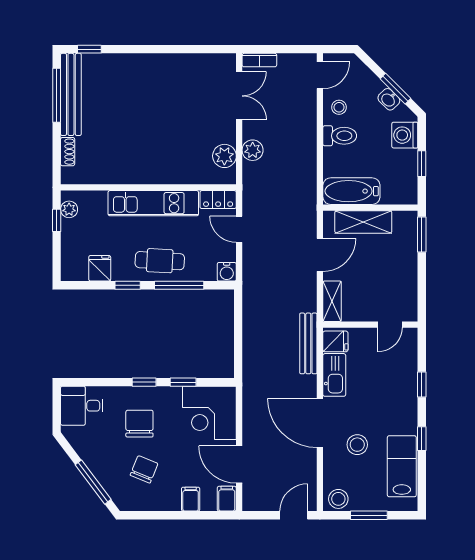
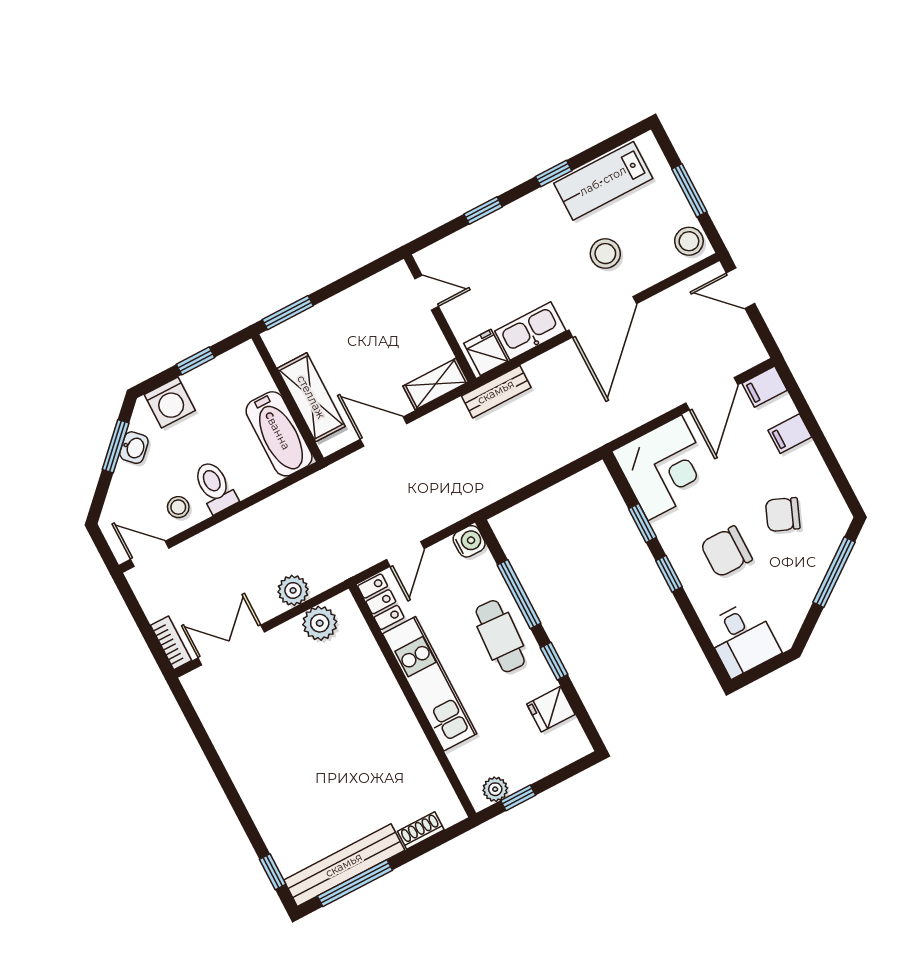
bench: (308, 343) -> (496, 392), width x0.73

